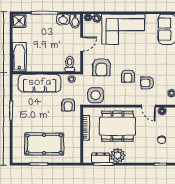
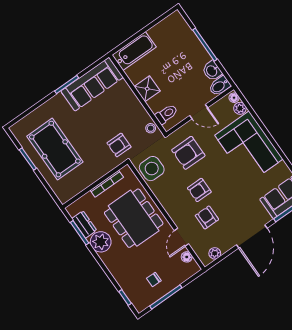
shower: (19, 21) -> (147, 89), moved
sofa: (40, 83) -> (92, 84), moved, turned -90

